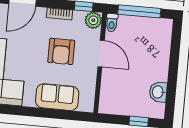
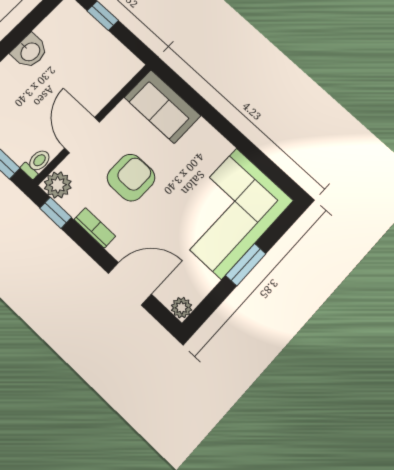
washbasin: (158, 92) -> (30, 51), moved
sofa: (57, 97) -> (163, 107), moved

